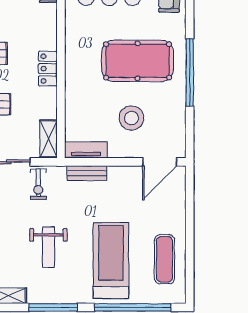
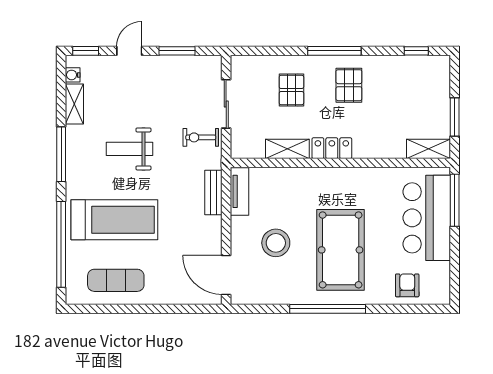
shelving: (48, 139) -> (287, 149), moved

